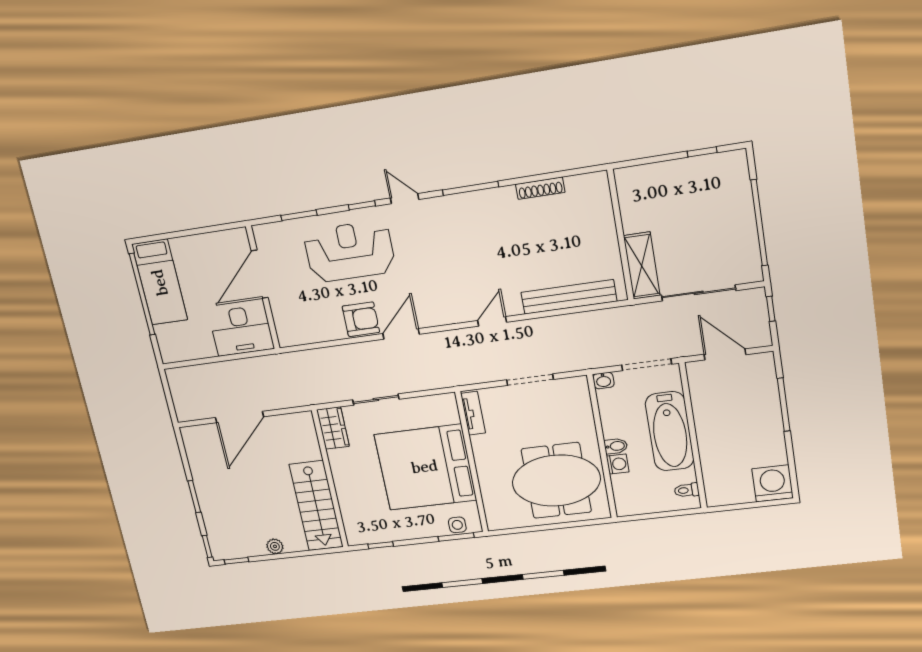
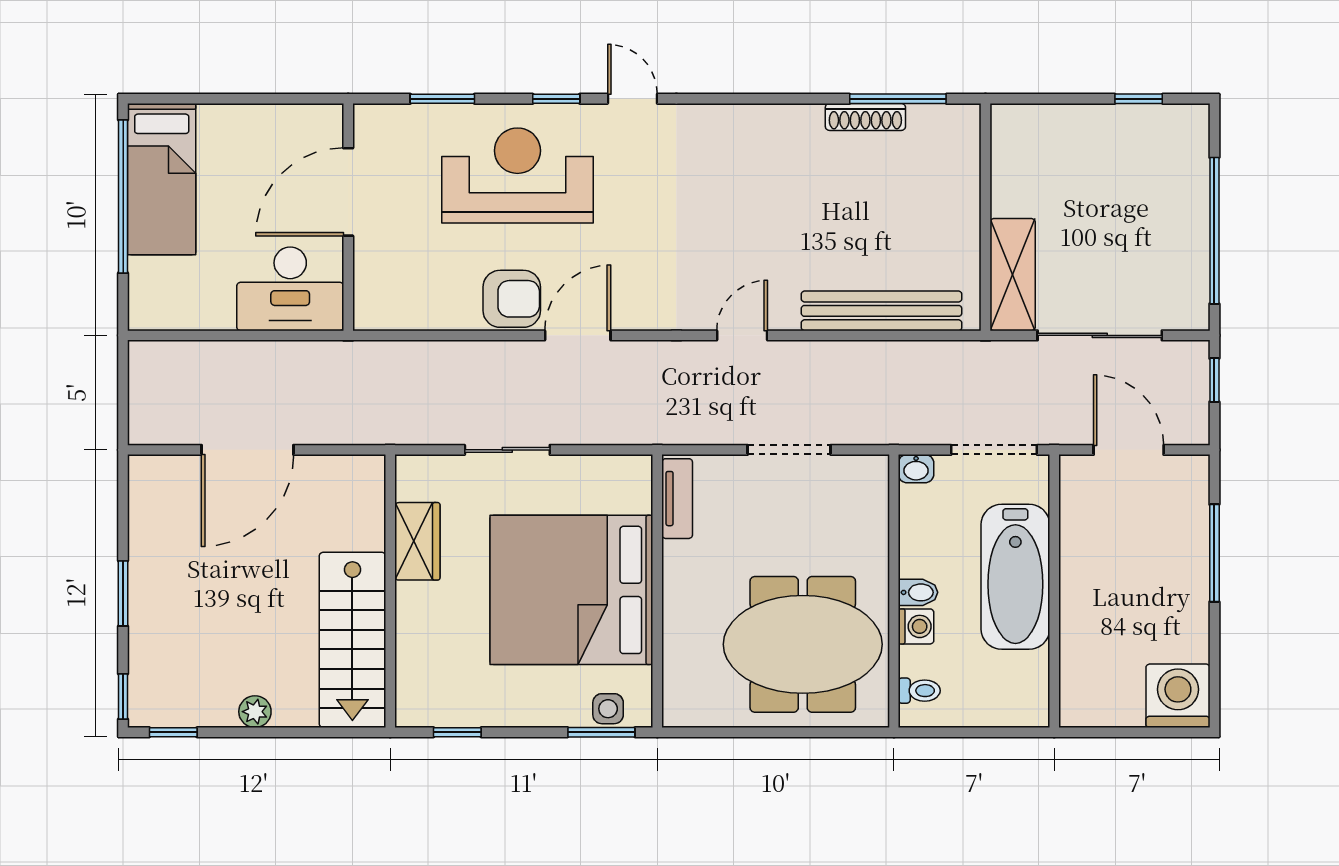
window: (470, 188) -> (898, 99), moved
wardrobe: (333, 428) -> (417, 541), moved
toilet: (687, 490) -> (919, 691), moved, turned 180

